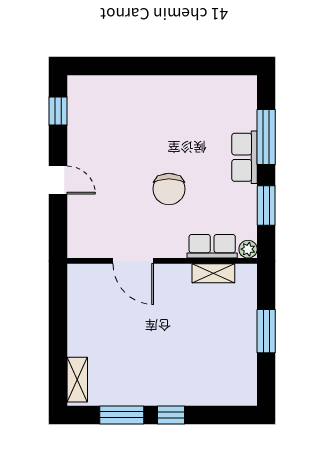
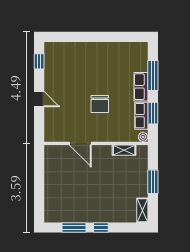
row of seats: (212, 246) -> (141, 116), moved, turned -90
shelving: (77, 380) -> (142, 210), moved

